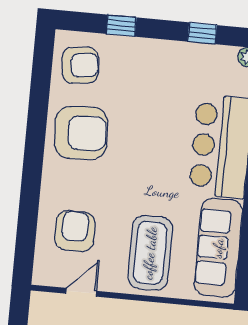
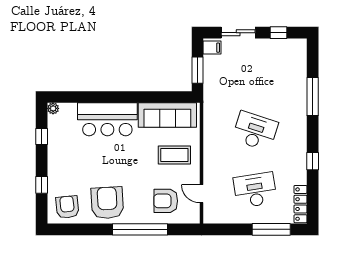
window: (31, 183) -> (140, 229), added
coffee table: (150, 253) -> (174, 155), width x0.73, depth x0.76

